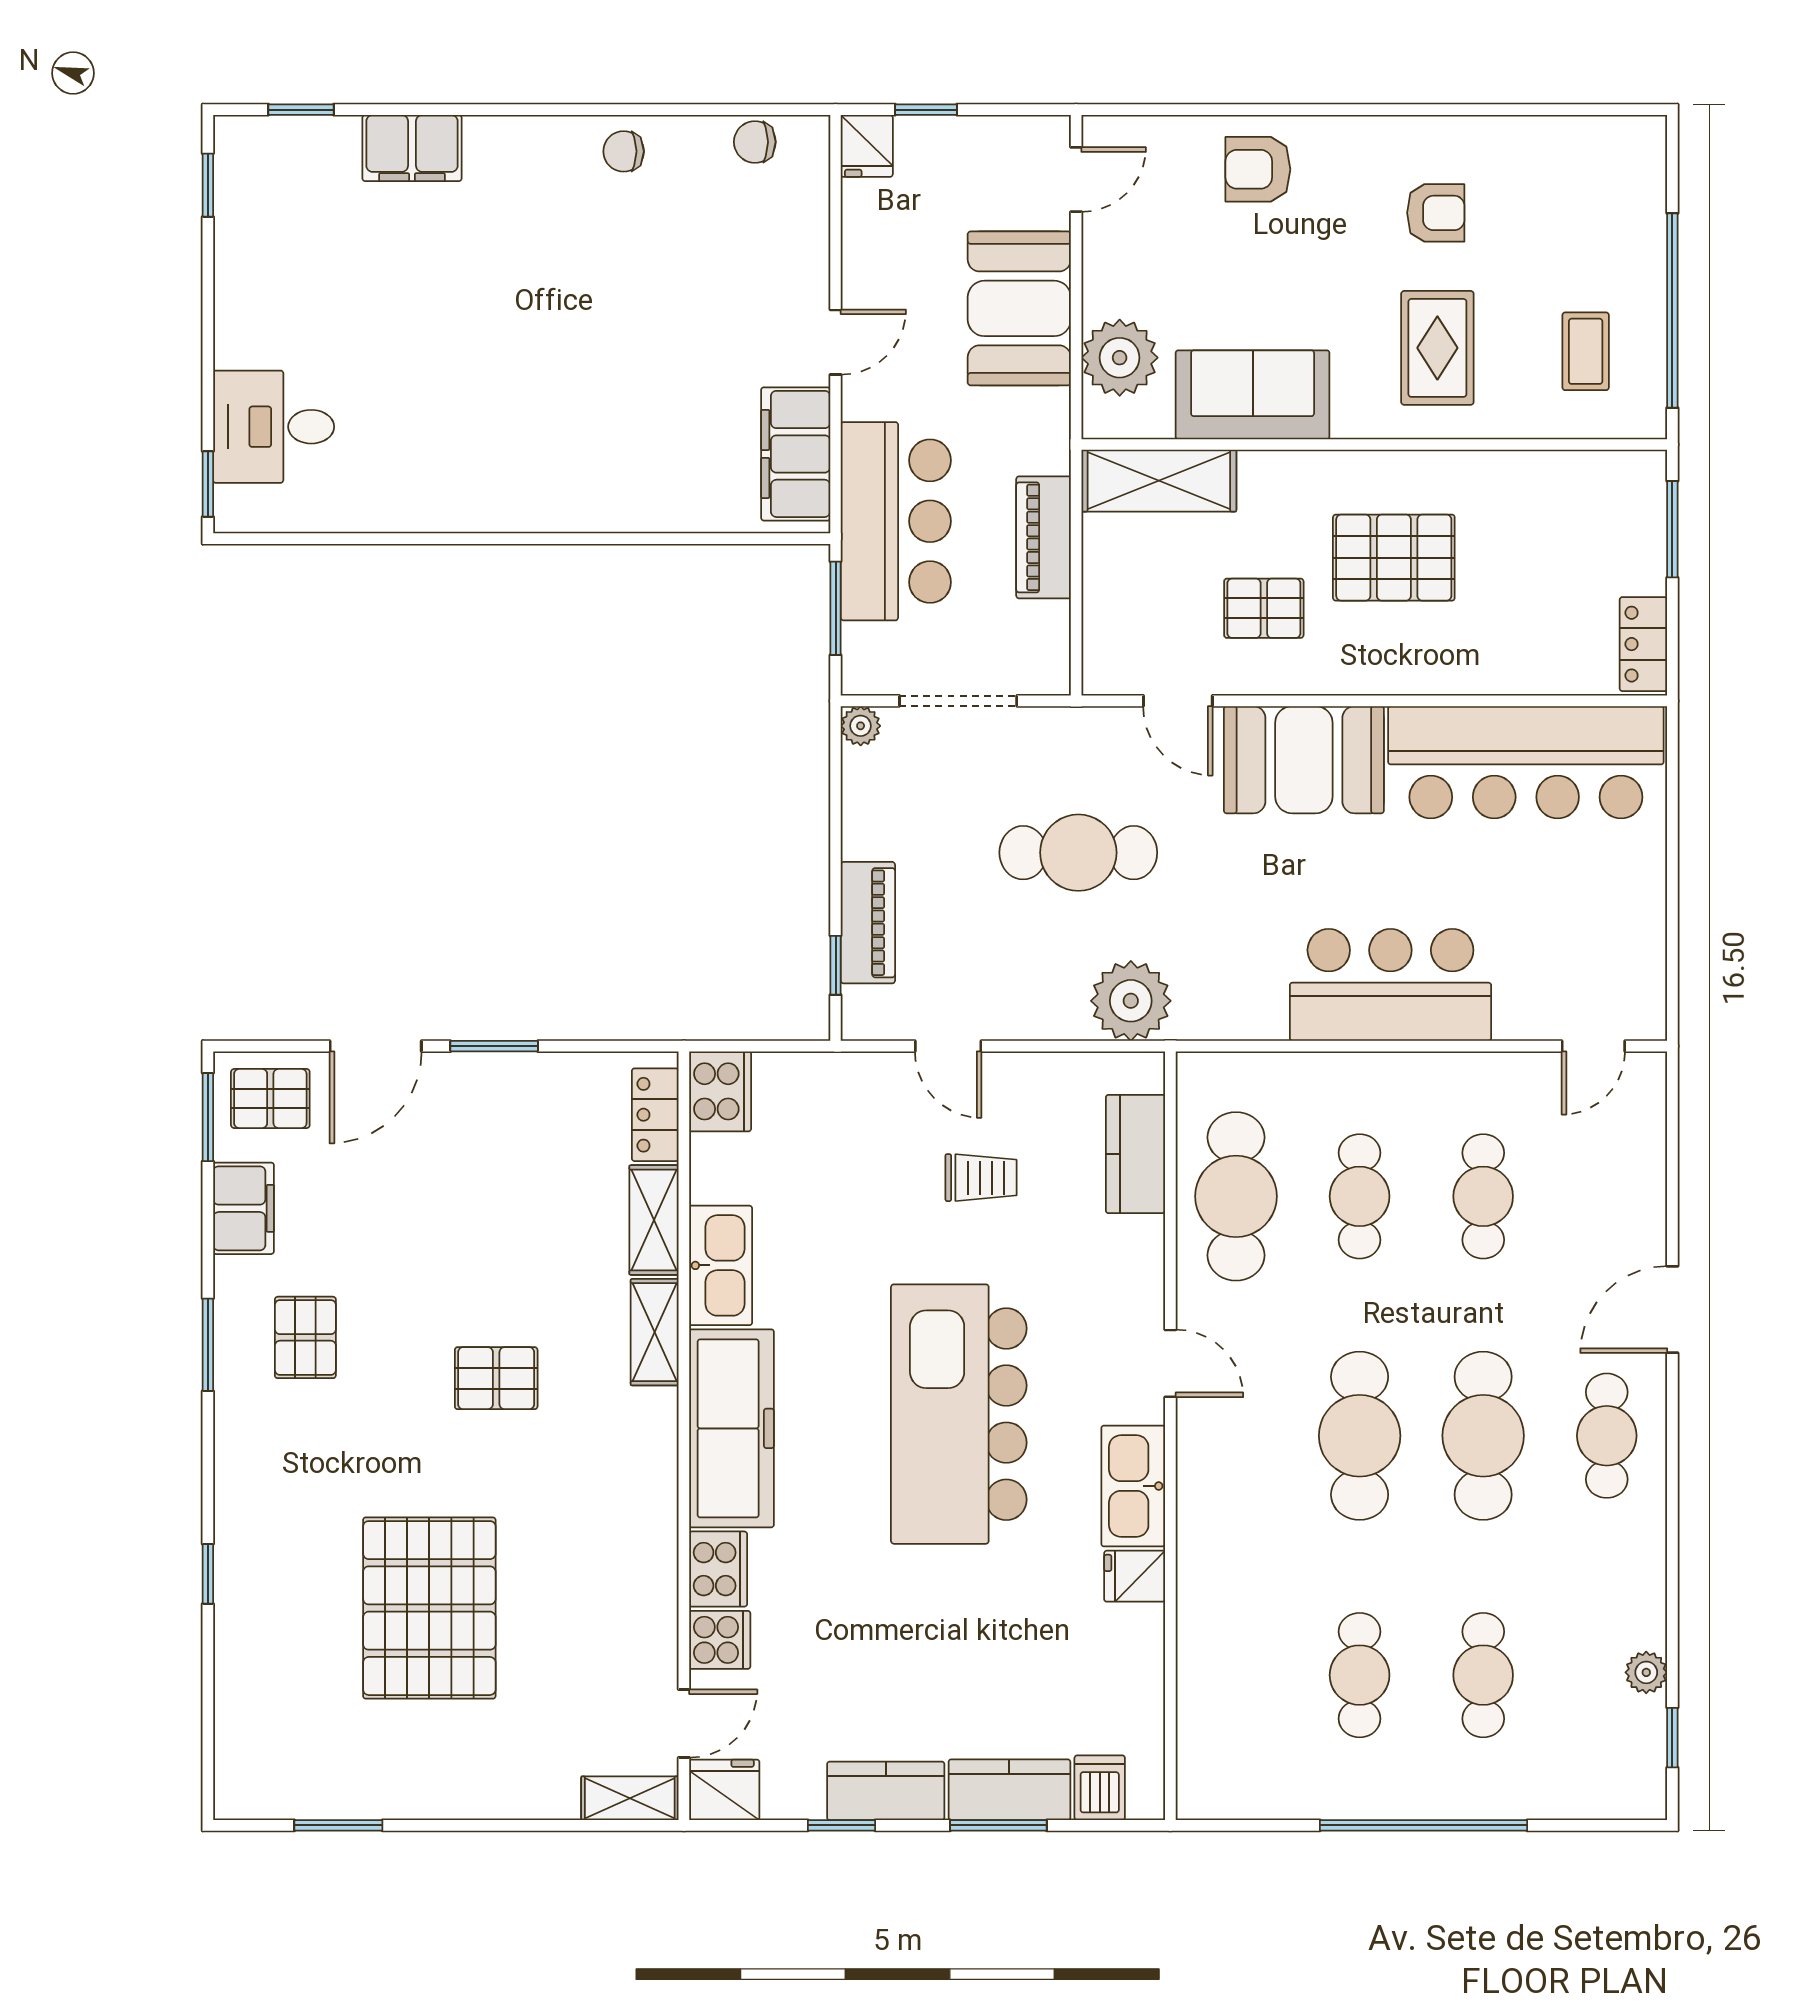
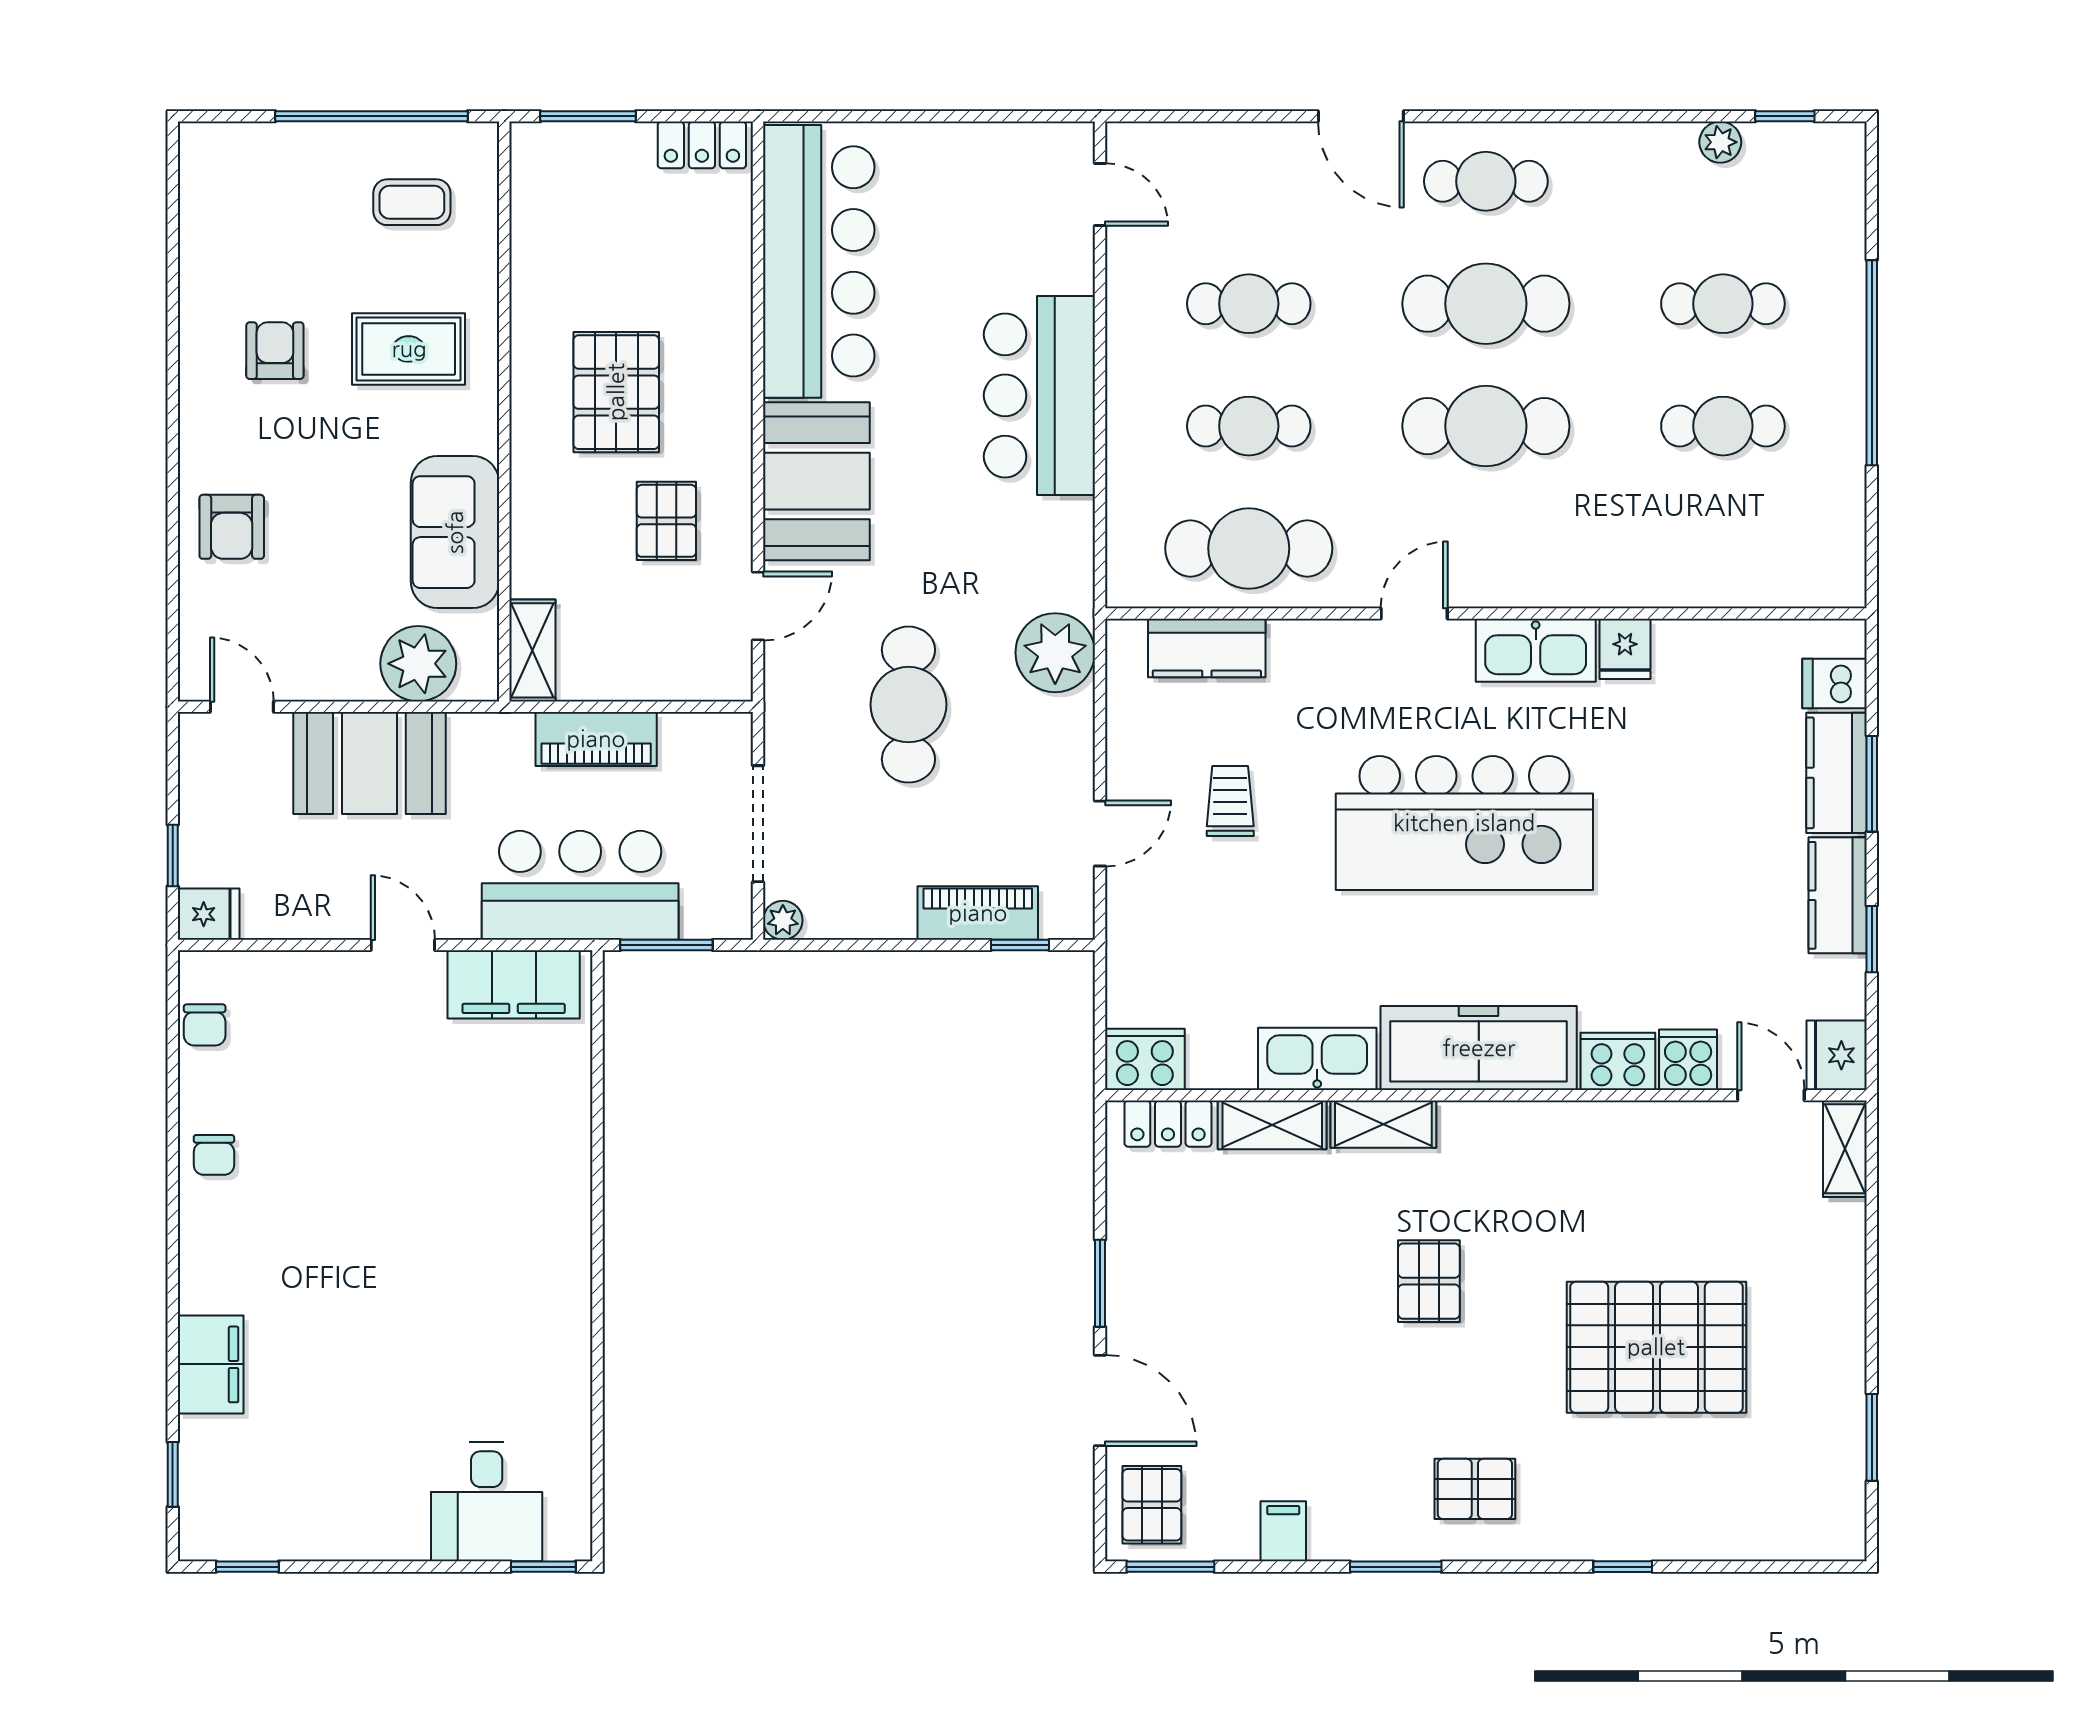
shelving: (1159, 481) -> (532, 650), width x0.67, depth x0.75
filing cabinet: (244, 1208) -> (1283, 1531), width x0.50
pallet: (305, 1337) -> (1475, 1489), moved

